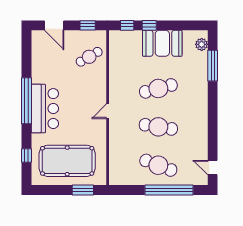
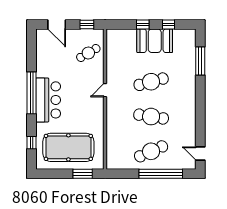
window: (127, 25) -> (169, 24), moved
plant: (202, 44) -> (190, 42), removed
door: (108, 111) -> (105, 90), moved
cafe table: (158, 165) -> (151, 151), turned -45

